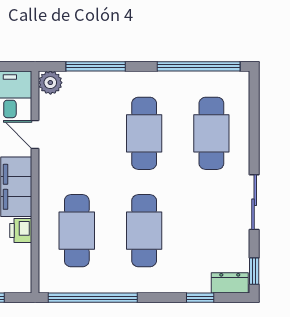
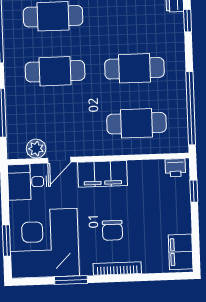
plant: (50, 83) -> (36, 149), moved
printer: (21, 230) -> (175, 168), moved

